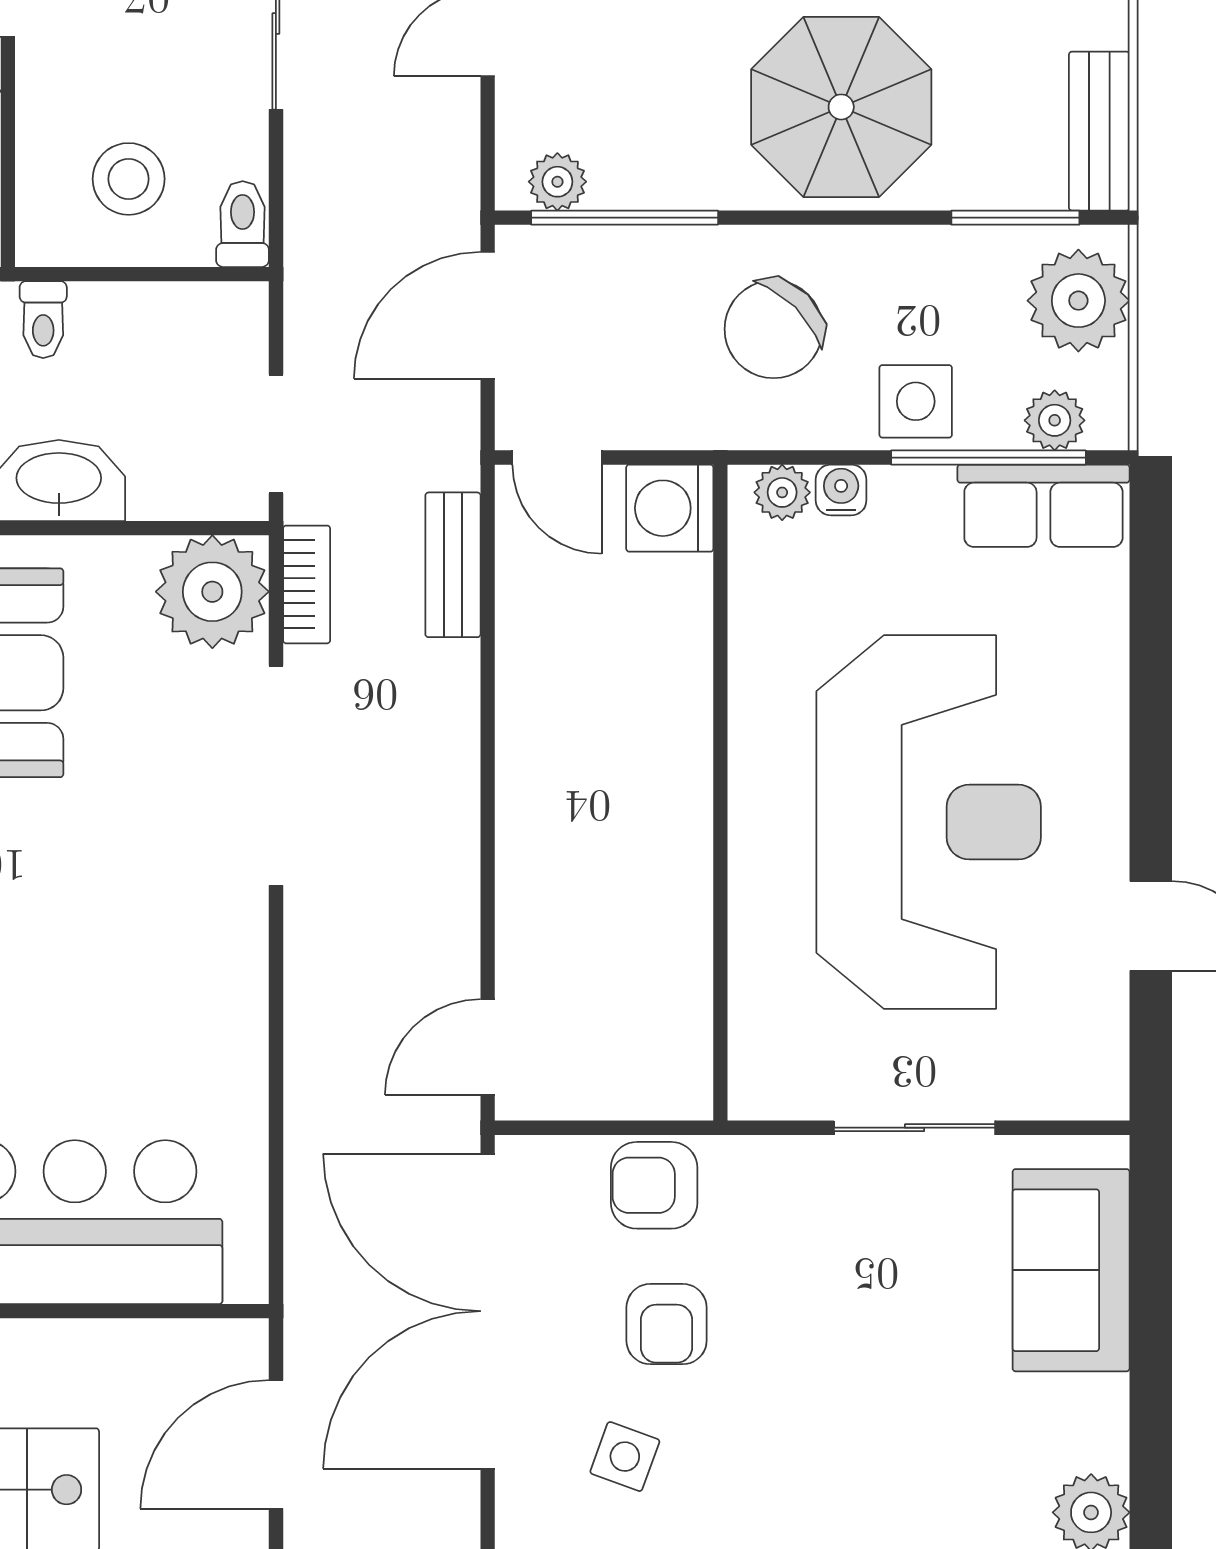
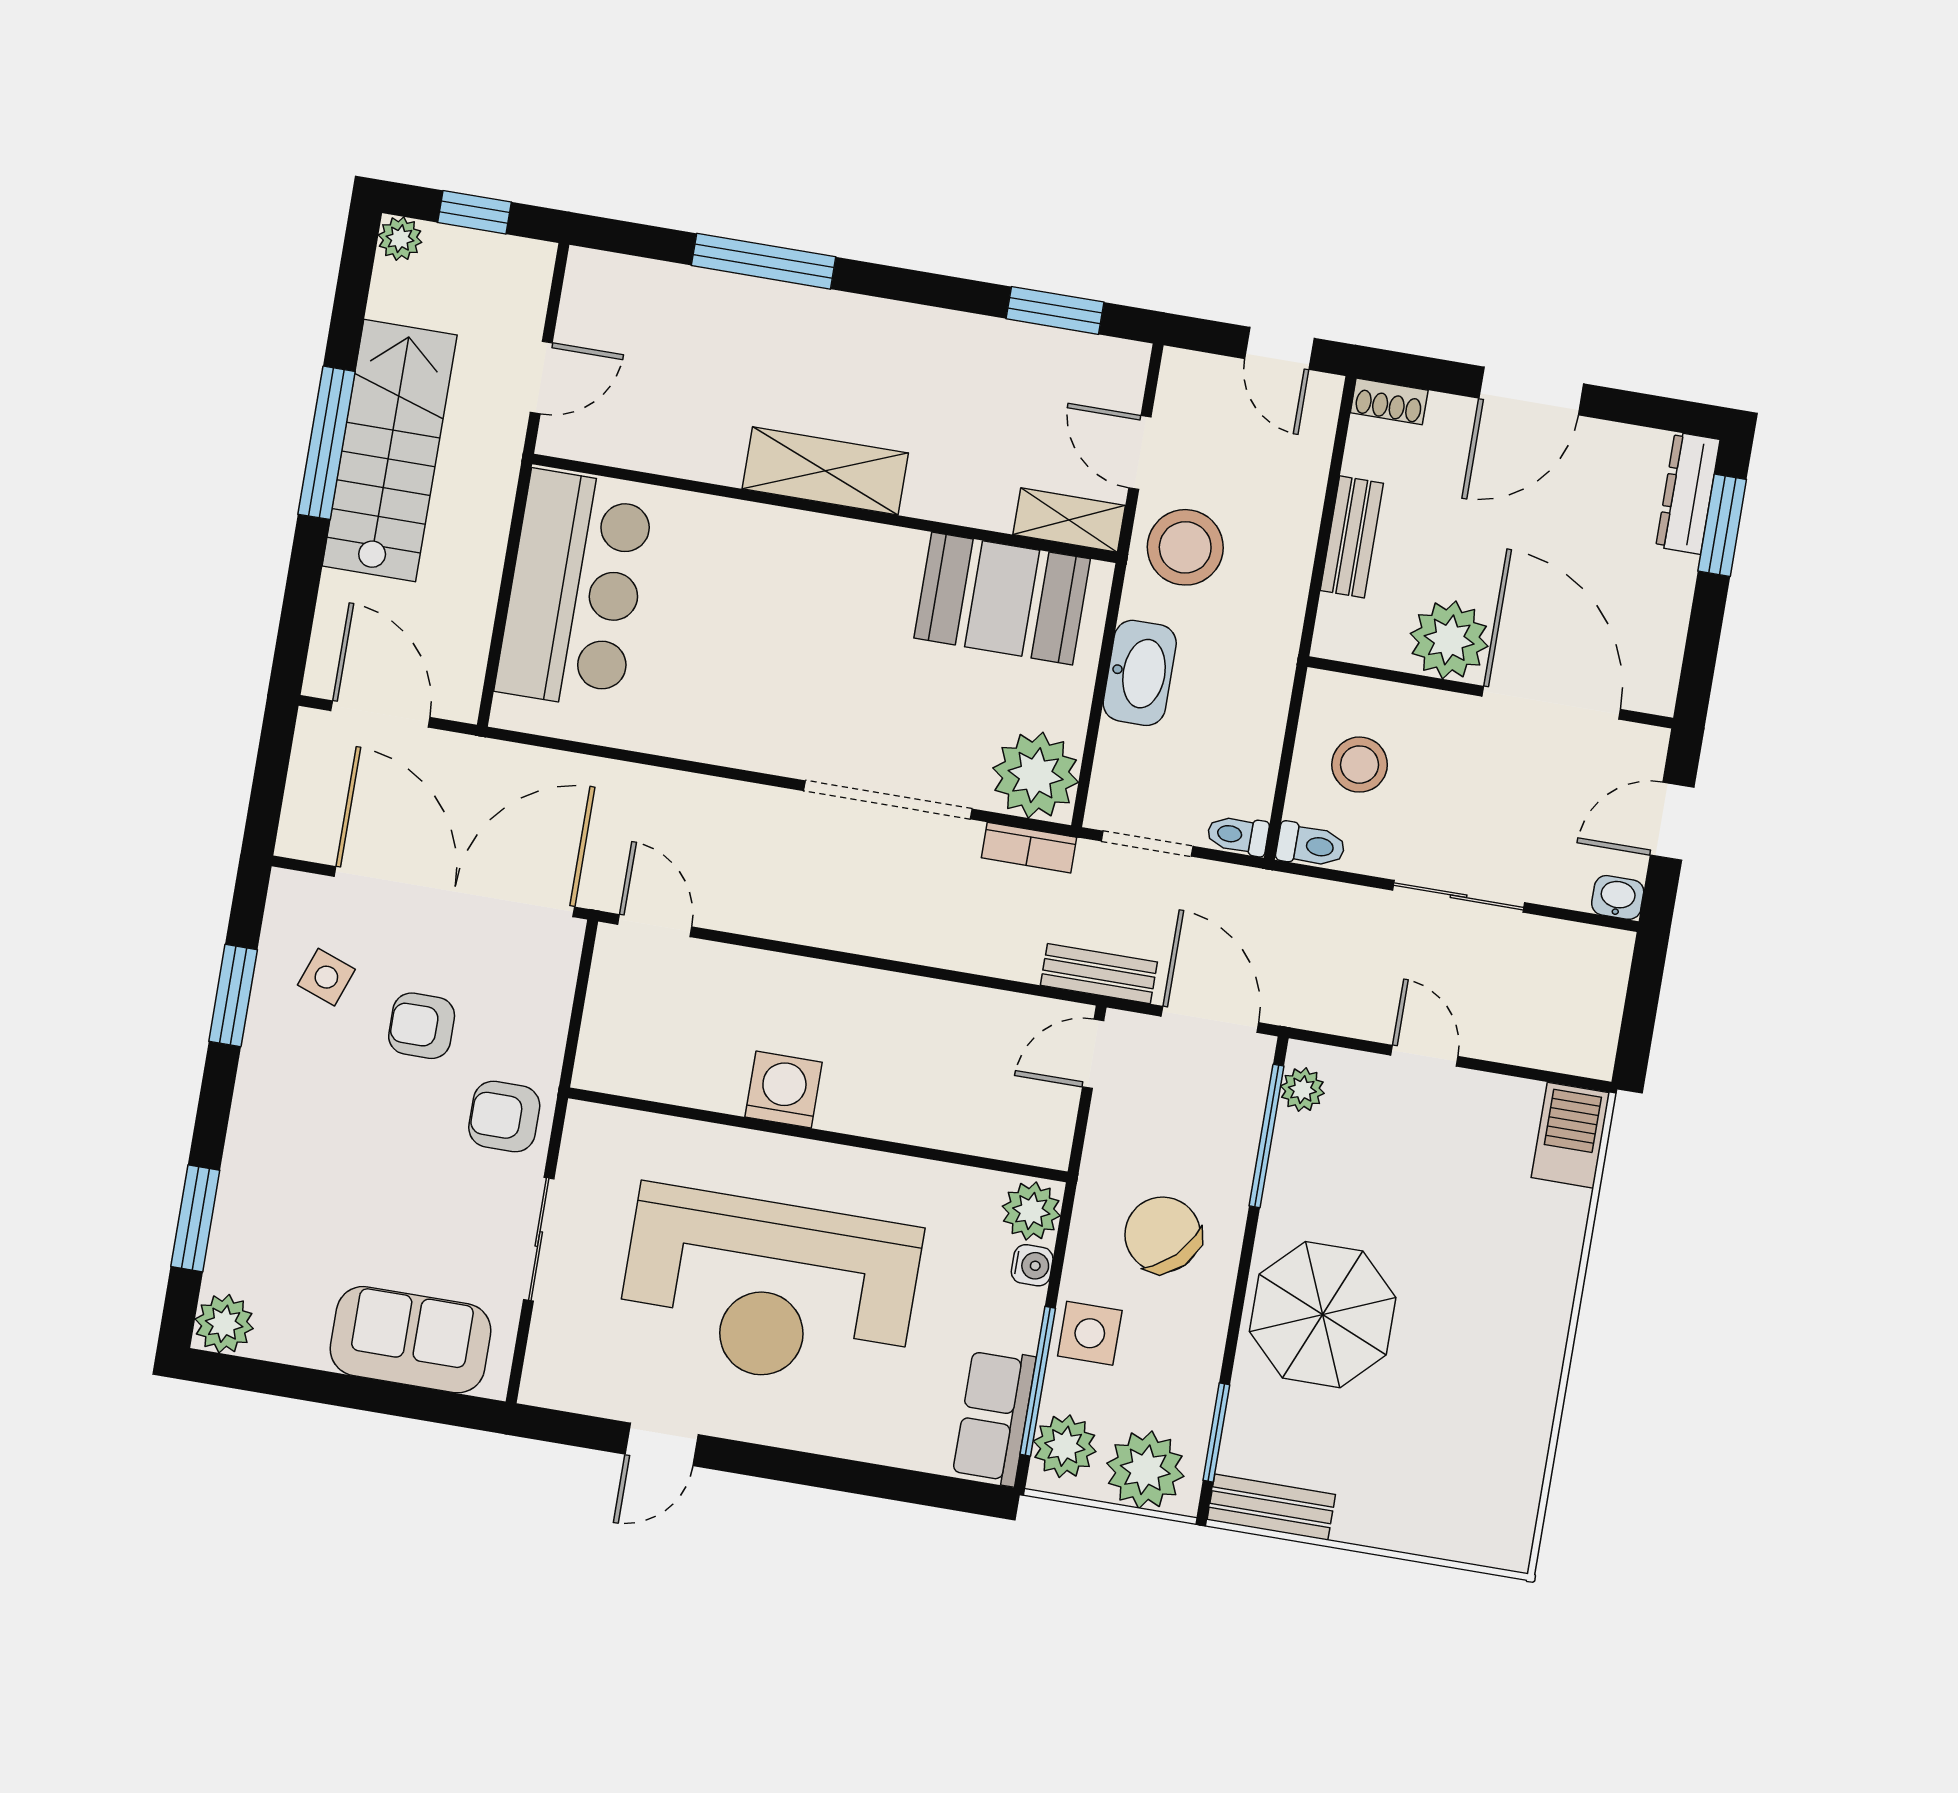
toilet: (43, 320) -> (1238, 835), moved
plant: (1055, 420) -> (1065, 1446), width x1.38, depth x1.38
plant: (782, 492) -> (1031, 1211), width x1.38, depth x1.38
washing machine: (670, 508) -> (784, 1090), moved
bench: (453, 565) -> (1099, 974), moved
armchair: (654, 1185) -> (504, 1117), moved, turned -90

